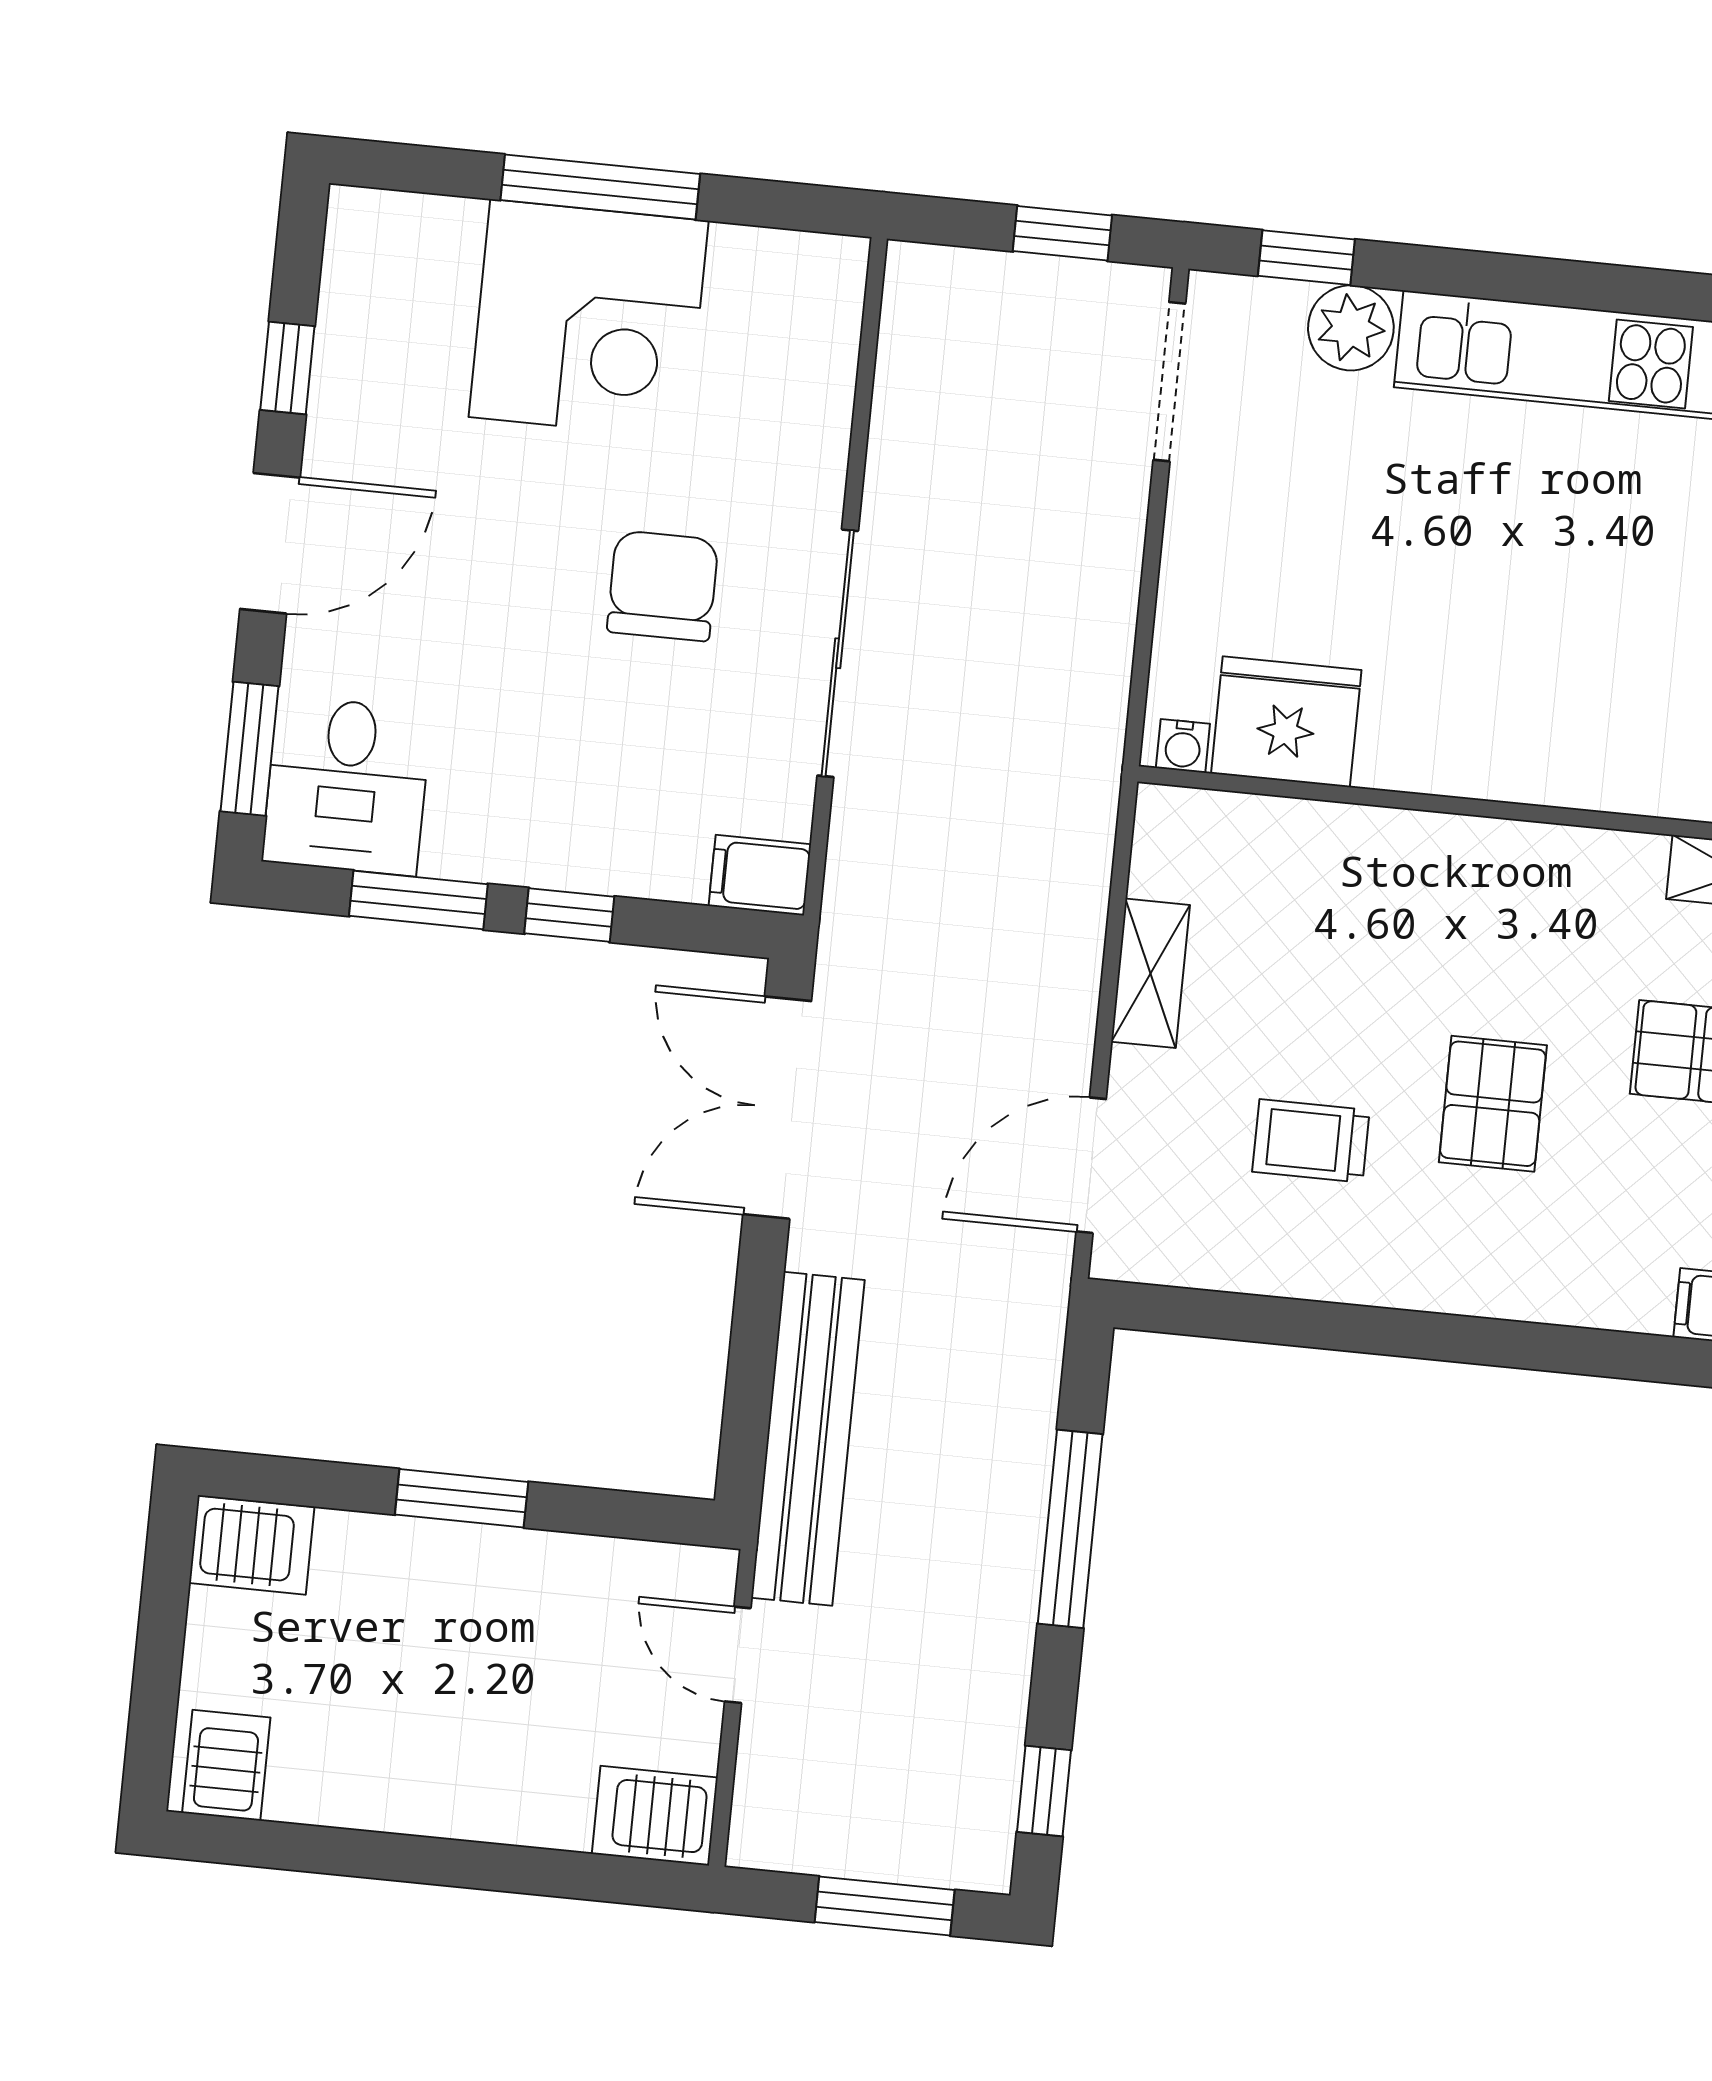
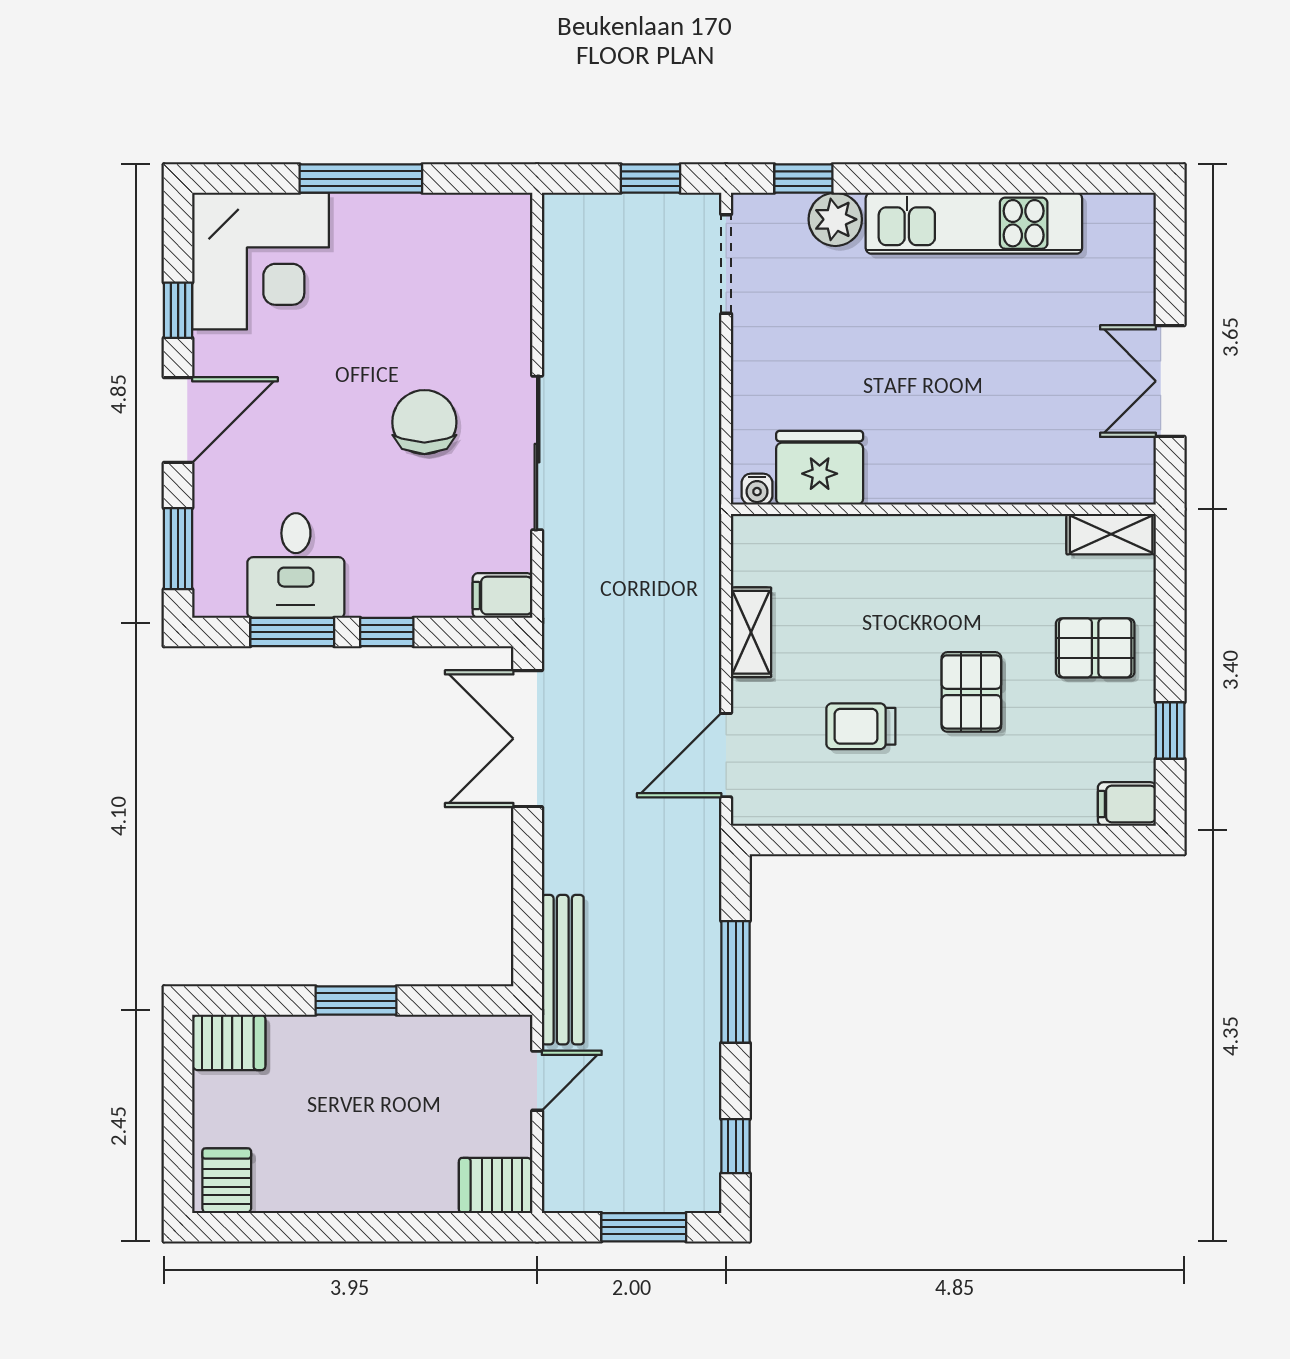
corner desk: (589, 319) -> (261, 261), moved
desk: (347, 786) -> (296, 566), moved
bench: (808, 1439) -> (563, 970), width x0.73, depth x0.82
door: (738, 1655) -> (537, 1081), swing flipped

